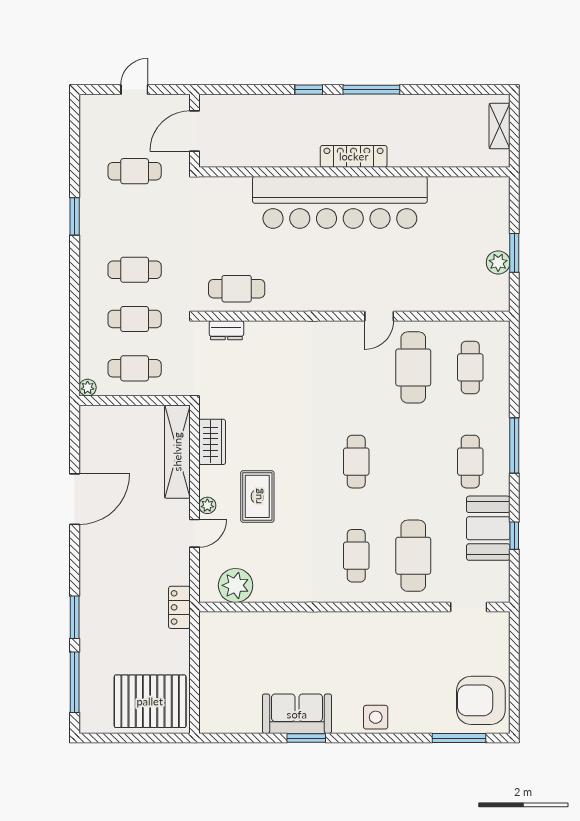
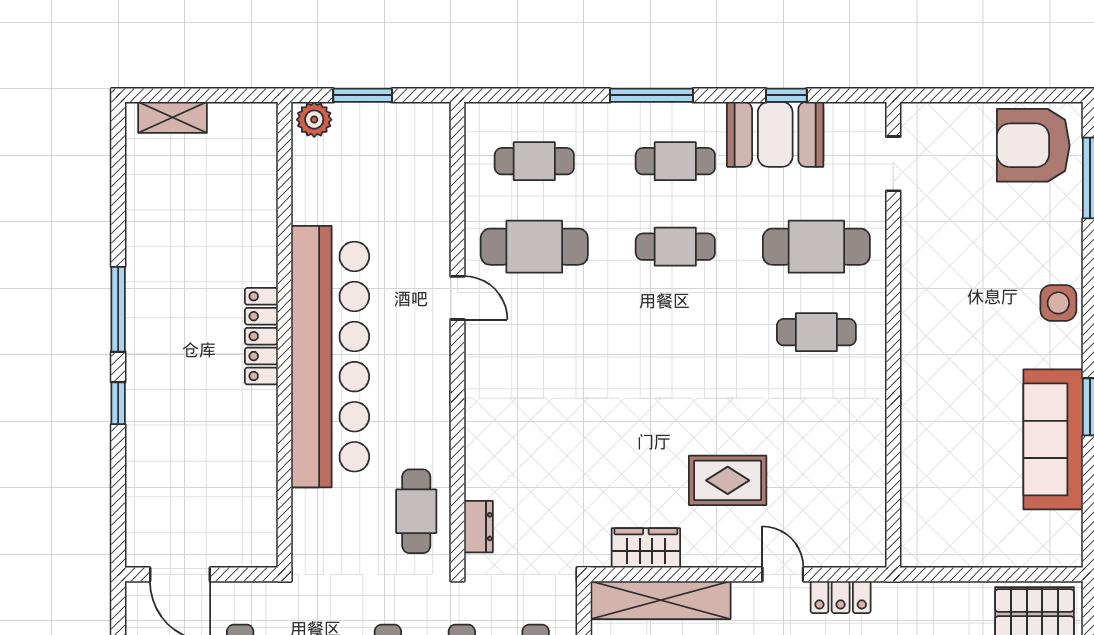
locker: (354, 156) -> (261, 336), moved
wall: (354, 172) -> (284, 335), moved
bar counter: (340, 202) -> (330, 357), moved
plant: (498, 263) -> (314, 120), moved
cafe table: (356, 462) -> (675, 247), moved
plant: (207, 505) -> (741, 555), removed
plant: (236, 585) -> (861, 513), removed
locker: (179, 607) -> (841, 597), moved
armchair: (481, 700) -> (1033, 145), turned 90
sofa: (297, 714) -> (1053, 439), width x1.36

